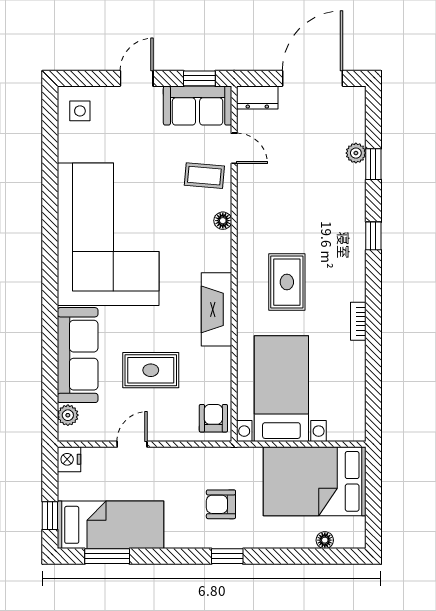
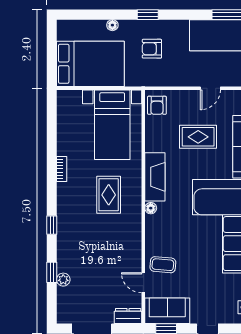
floor lamp: (223, 221) -> (151, 208), moved
armchair: (221, 504) -> (152, 49), turned 180
floor lamp: (325, 540) -> (112, 25), moved

